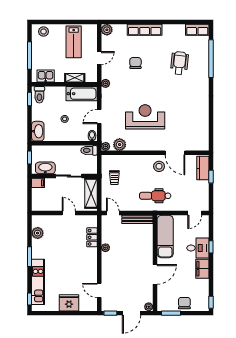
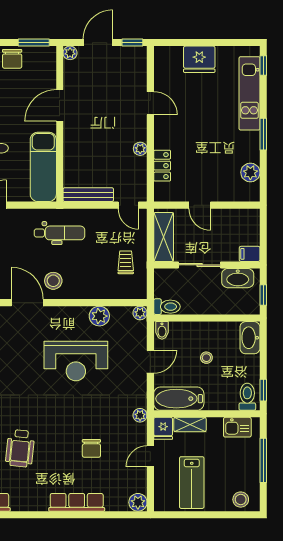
lab bench: (74, 42) -> (192, 483), turned 180
fridge: (91, 75) -> (163, 428), added
plant: (120, 145) -> (99, 316), moved
door: (99, 290) -> (150, 103), moved

